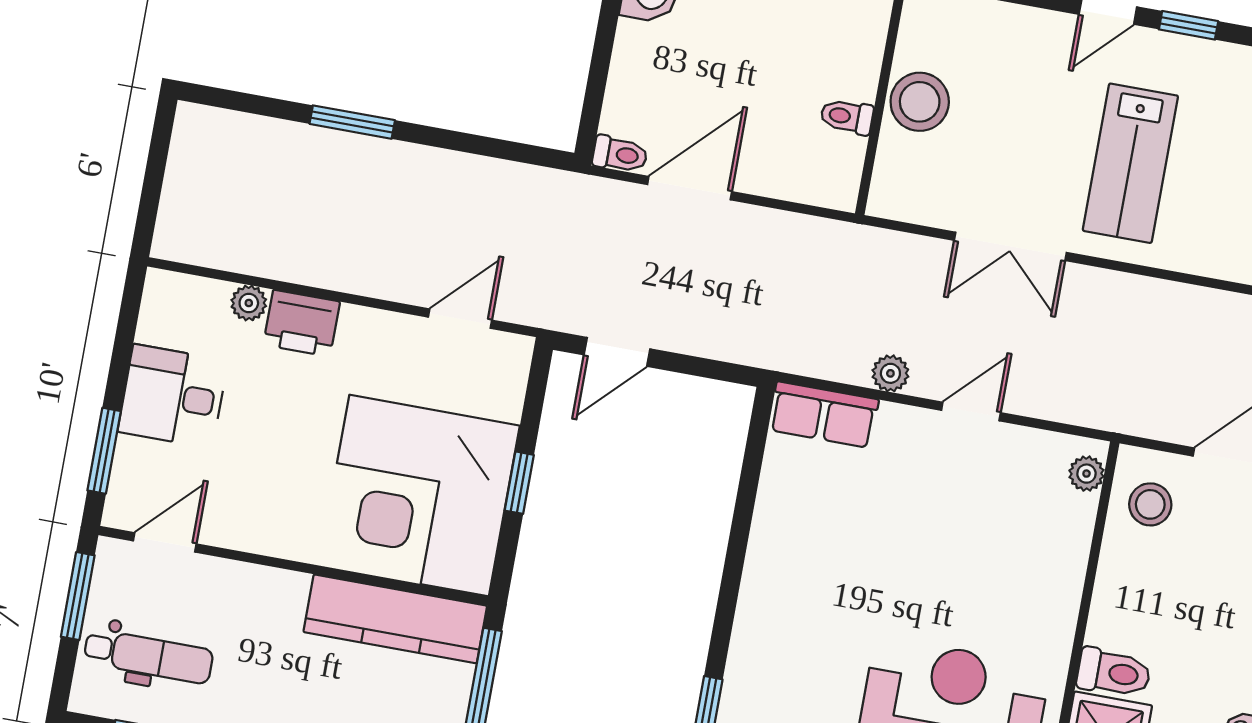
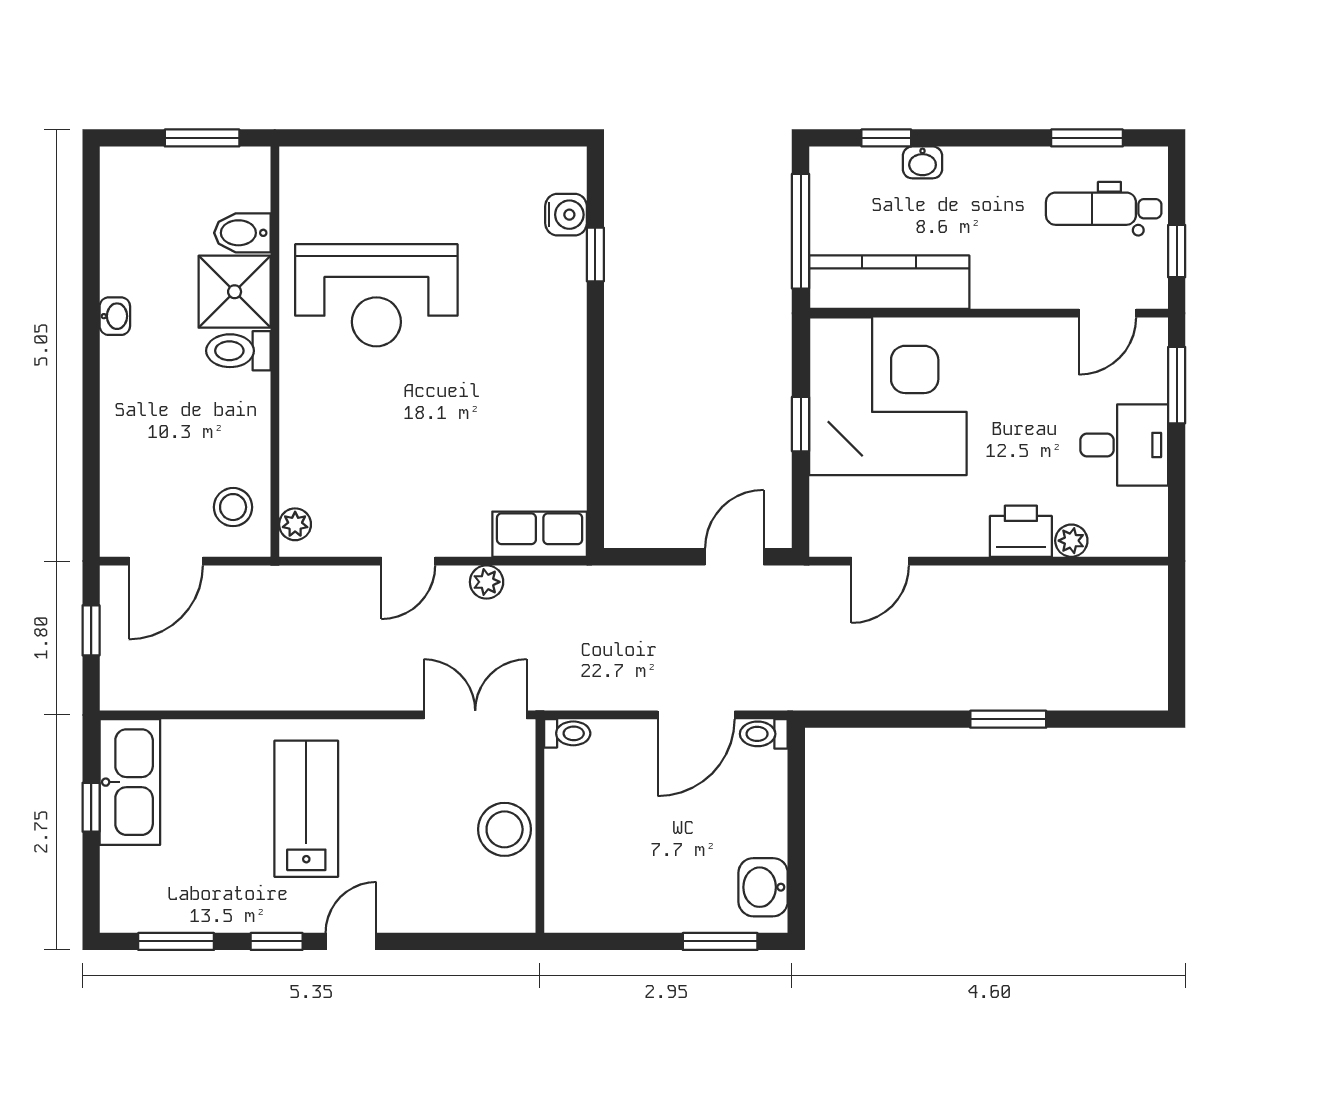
toilet: (847, 117) -> (567, 733), moved
double door: (1010, 246) -> (475, 715), moved
window: (78, 596) -> (1177, 251), width x0.67

